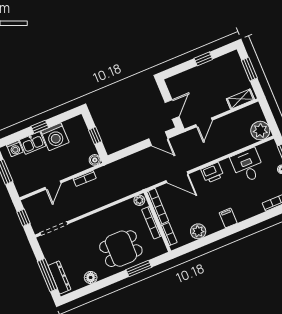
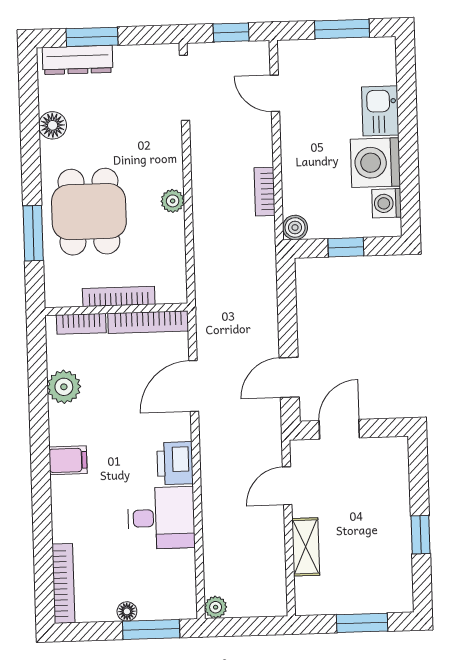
shelving: (240, 99) -> (306, 547), moved
door: (172, 109) -> (339, 429), swing flipped
door: (204, 122) -> (287, 486), hinge flipped
window: (40, 127) -> (408, 138), removed
plant: (260, 131) -> (216, 607), width x0.53, depth x0.53
washing machine: (15, 149) -> (387, 203), moved
desk: (248, 166) -> (161, 518), moved
door: (53, 185) -> (275, 93), moved
plant: (139, 200) -> (173, 201), moved
window: (47, 275) -> (92, 37), width x0.69

